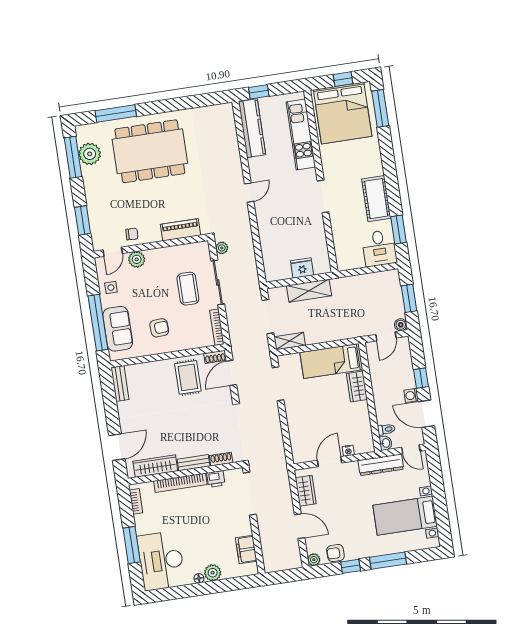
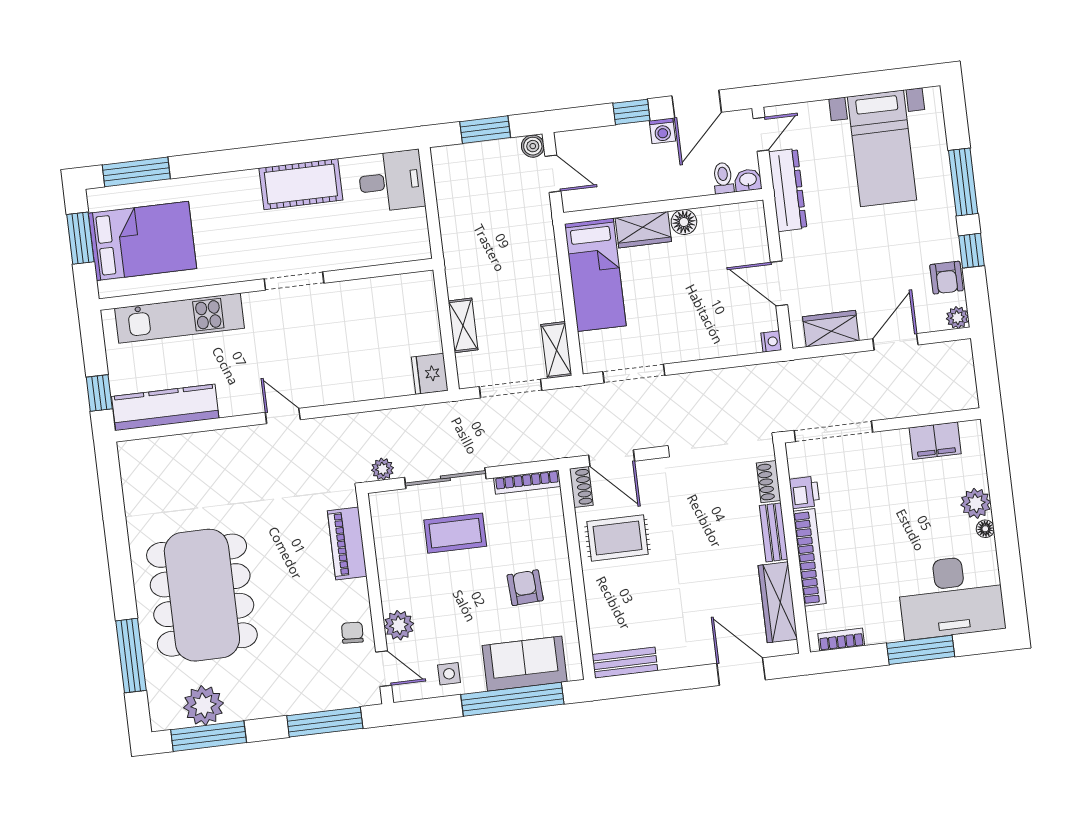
window: (343, 79) -> (80, 238), width x1.50
bed: (343, 113) -> (142, 241), width x0.73
window: (83, 220) -> (325, 722), width x1.44
window: (399, 229) -> (358, 145), removed
fridge: (302, 268) -> (430, 374), moved
shelving: (309, 291) -> (463, 325), width x0.67, depth x0.75
floor lamp: (362, 409) -> (684, 222), added
nightstand: (348, 451) -> (771, 342), moved

